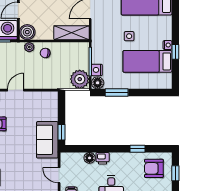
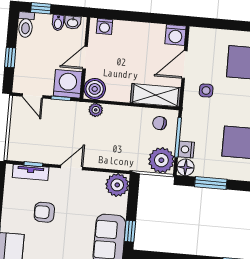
side table: (129, 36) -> (206, 90), moved
chair: (45, 53) -> (160, 123), moved
plant: (50, 100) -> (117, 185), added

